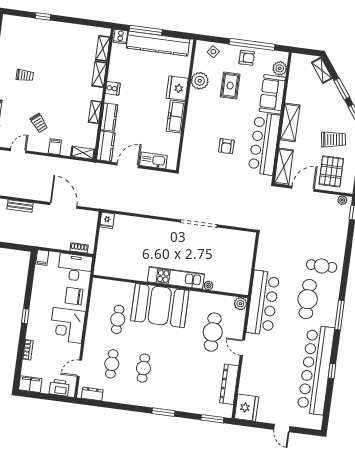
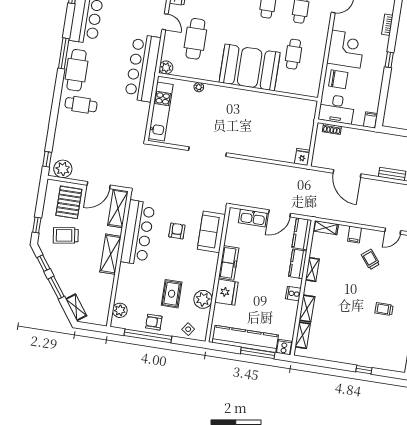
sofa: (272, 94) -> (211, 232), moved, turned 180
plant: (342, 200) -> (63, 169), width x1.88, depth x1.88
kitchen unit: (176, 278) -> (161, 112), moved, turned -90
cafe table: (308, 299) -> (77, 70), moved

